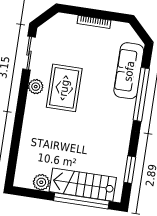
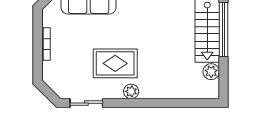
plant: (36, 87) -> (131, 91), moved

